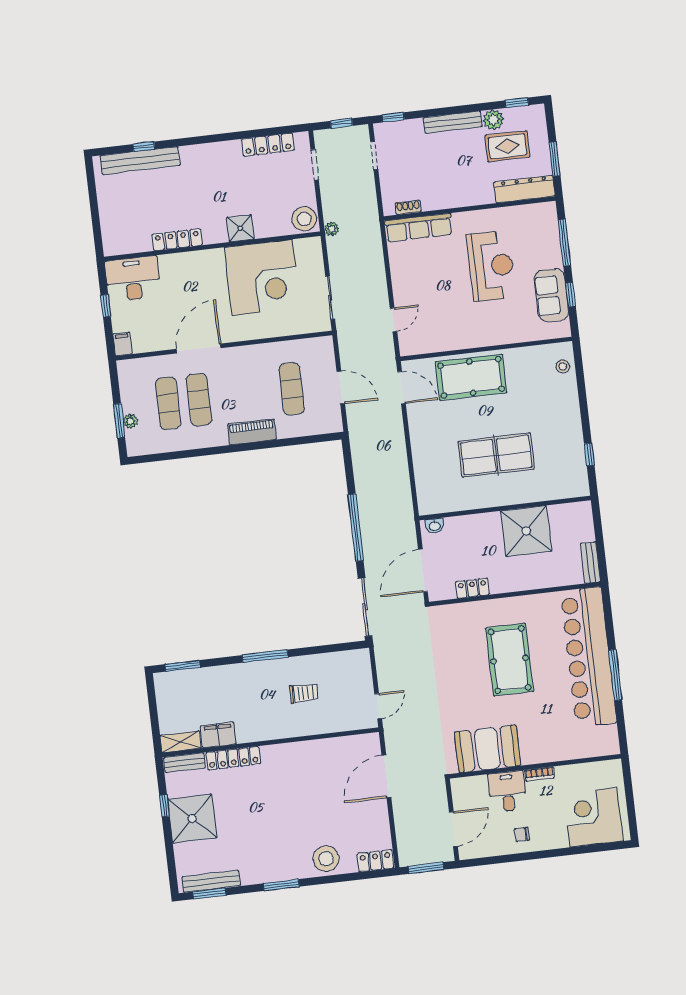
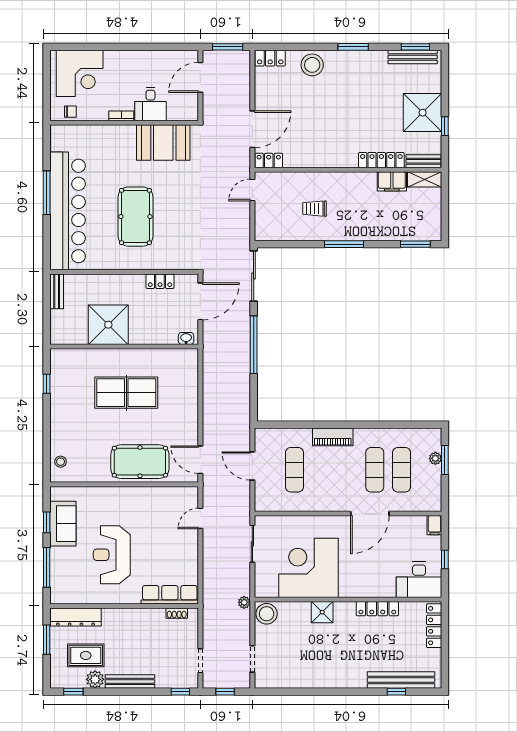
locker: (268, 145) -> (434, 626), moved, turned -90
locker: (363, 742) -> (269, 161), added
chair: (522, 834) -> (70, 112), moved

